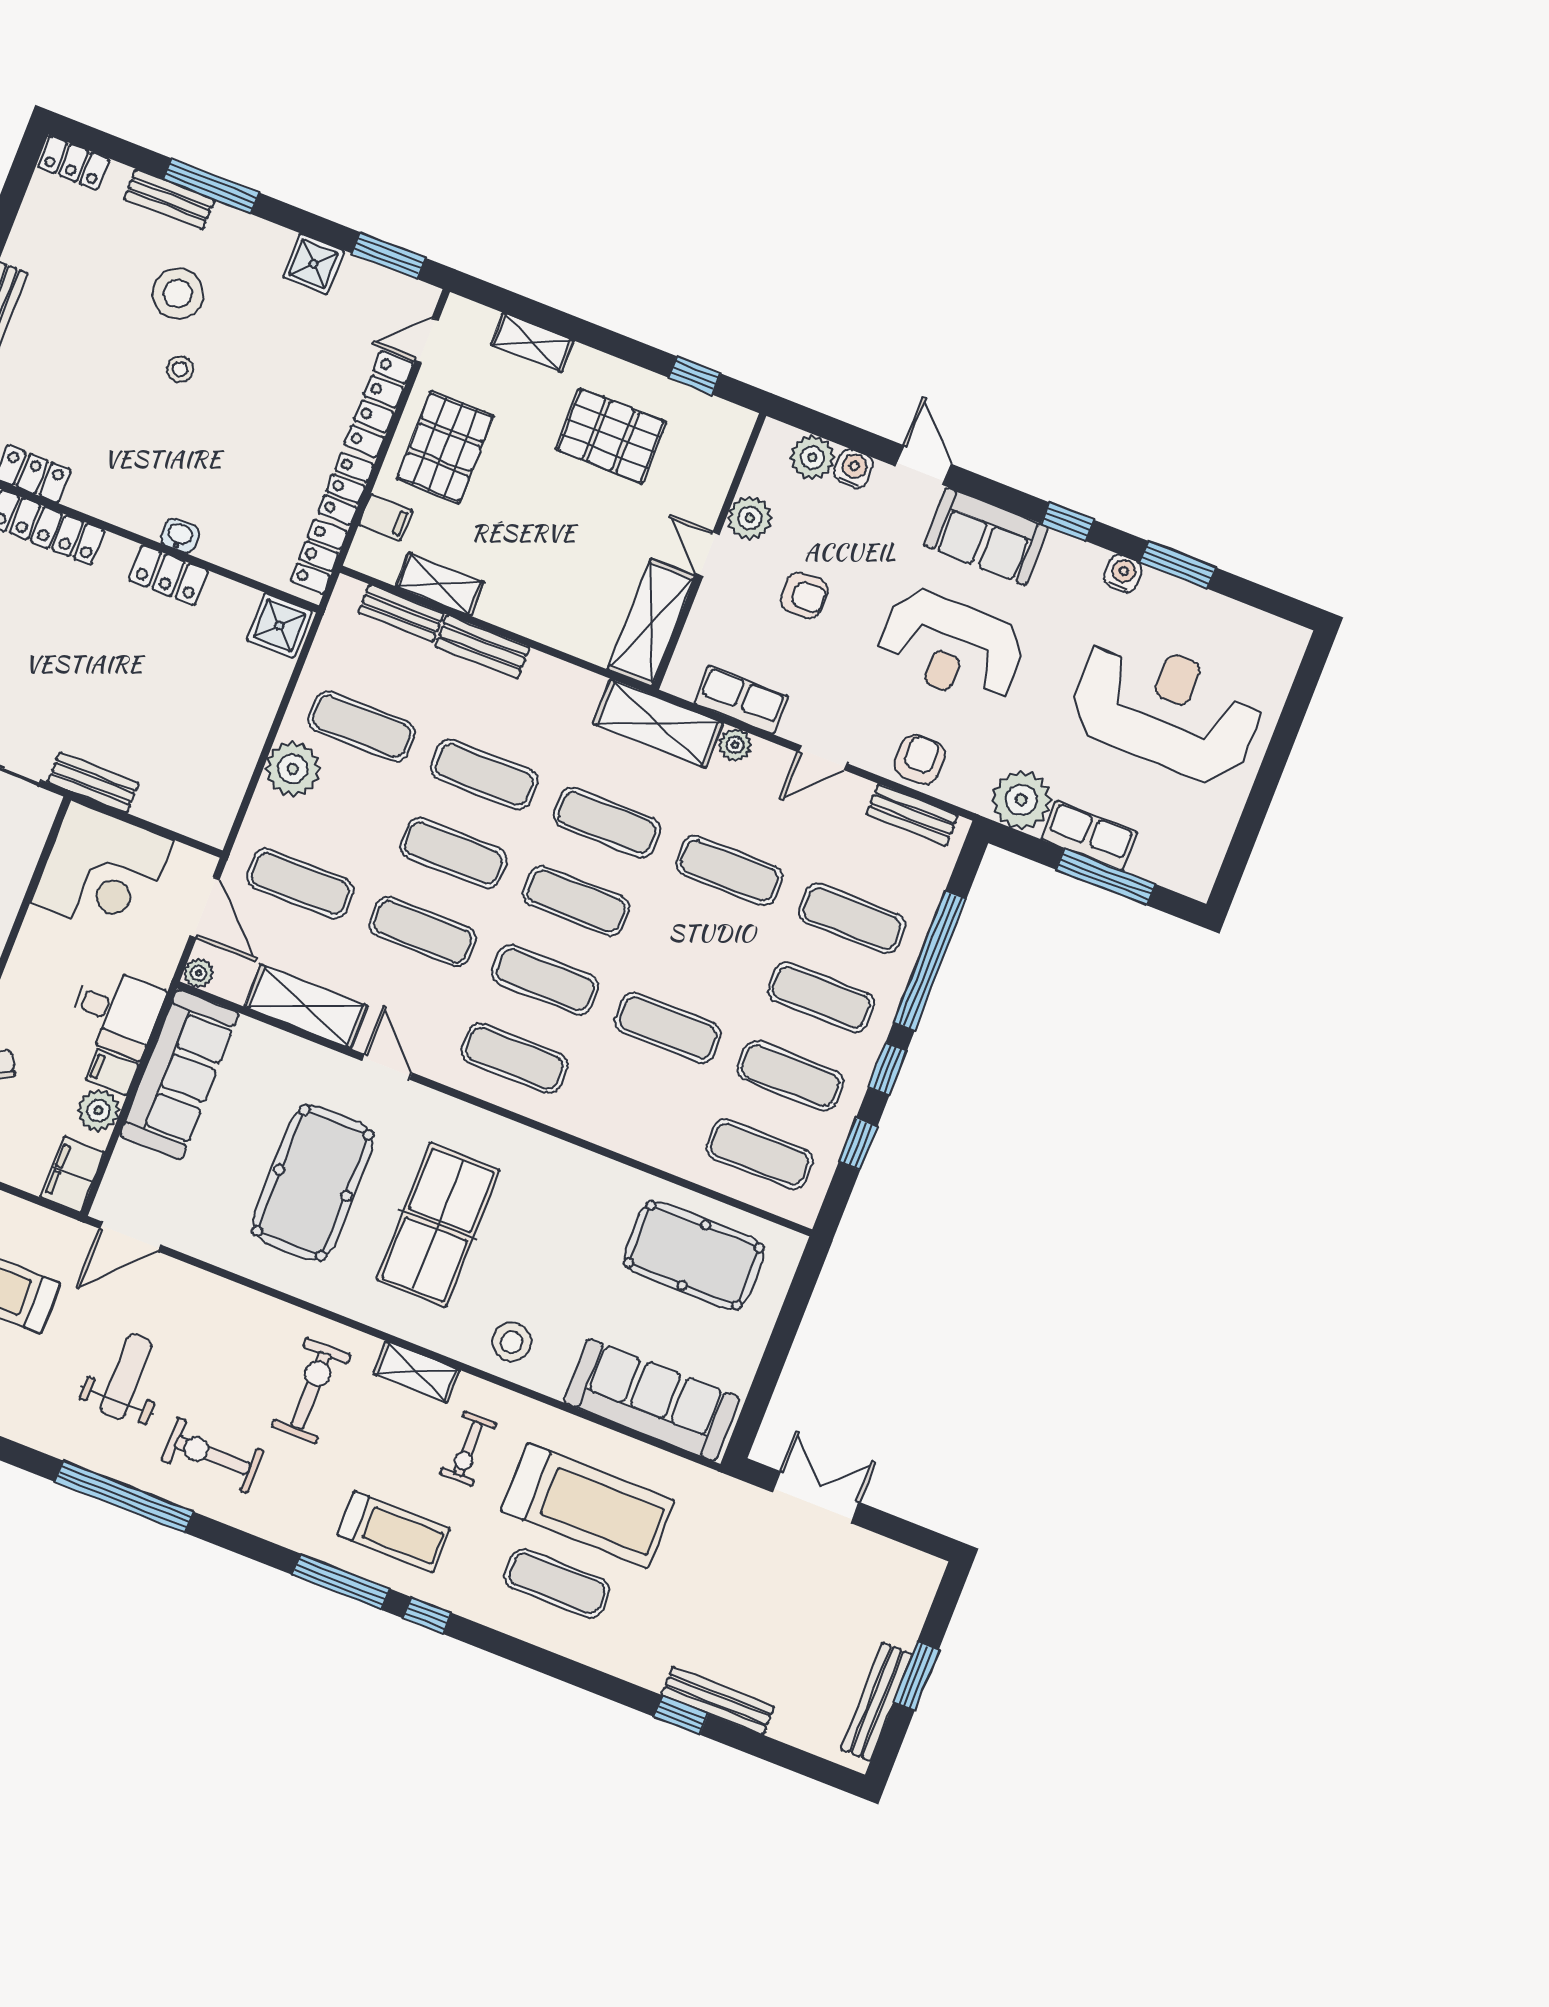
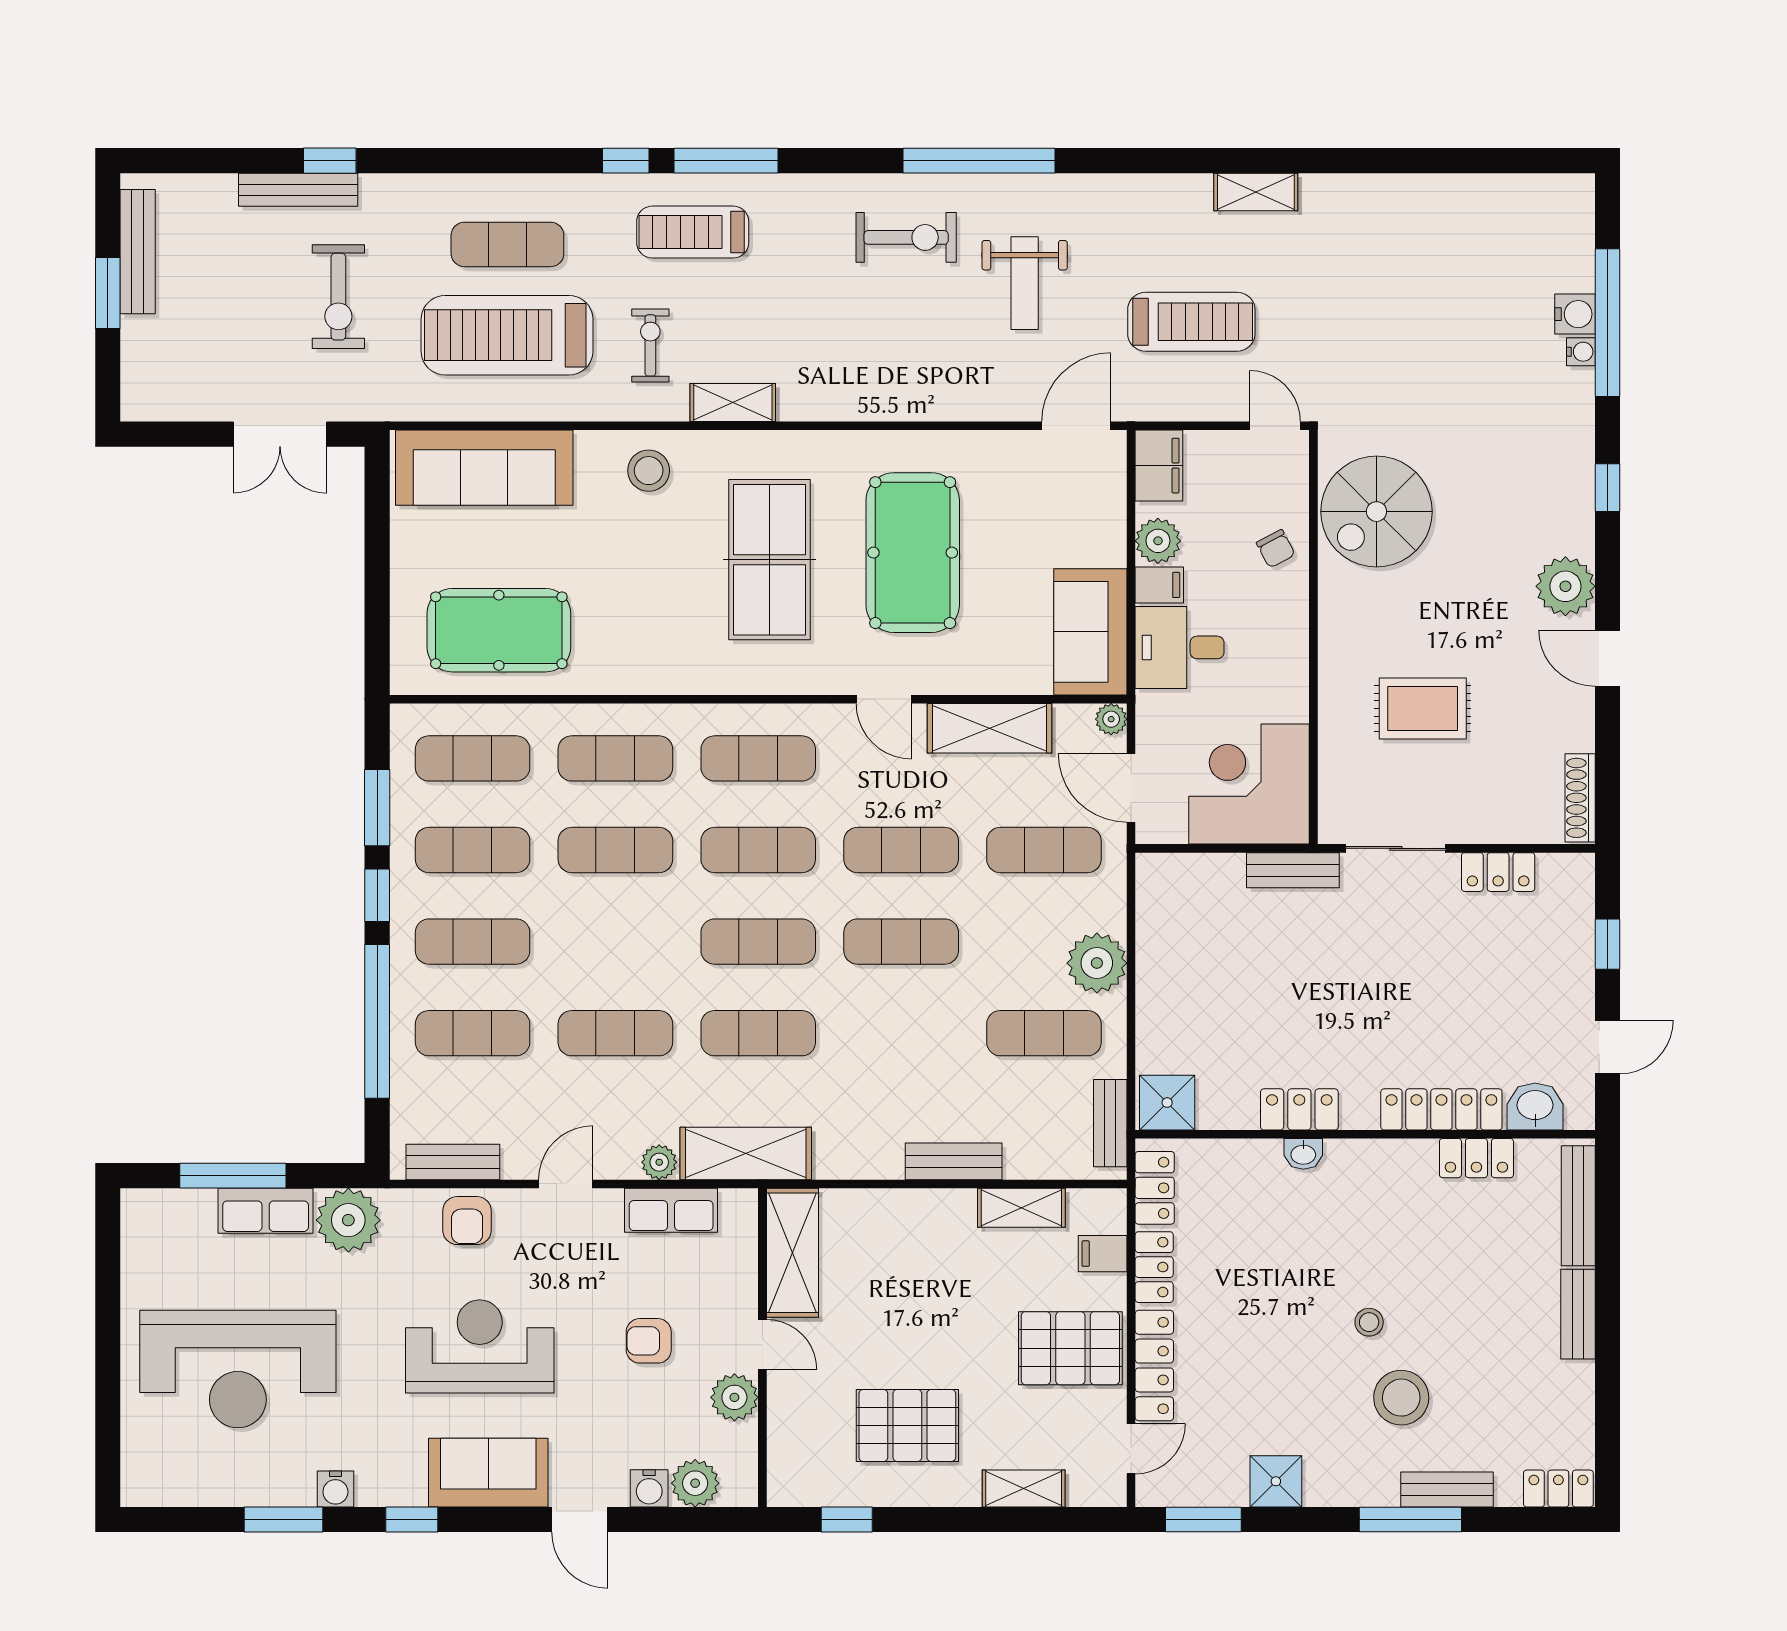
pallet: (445, 447) -> (1070, 1348), turned 90
bench: (401, 613) -> (1110, 1123), moved, turned 90
exercise mat: (484, 774) -> (615, 758), moved
sofa: (179, 1075) -> (1090, 632), width x0.73
window: (858, 1144) -> (377, 808), width x1.50
exercise bike: (311, 1391) -> (338, 297), moved

